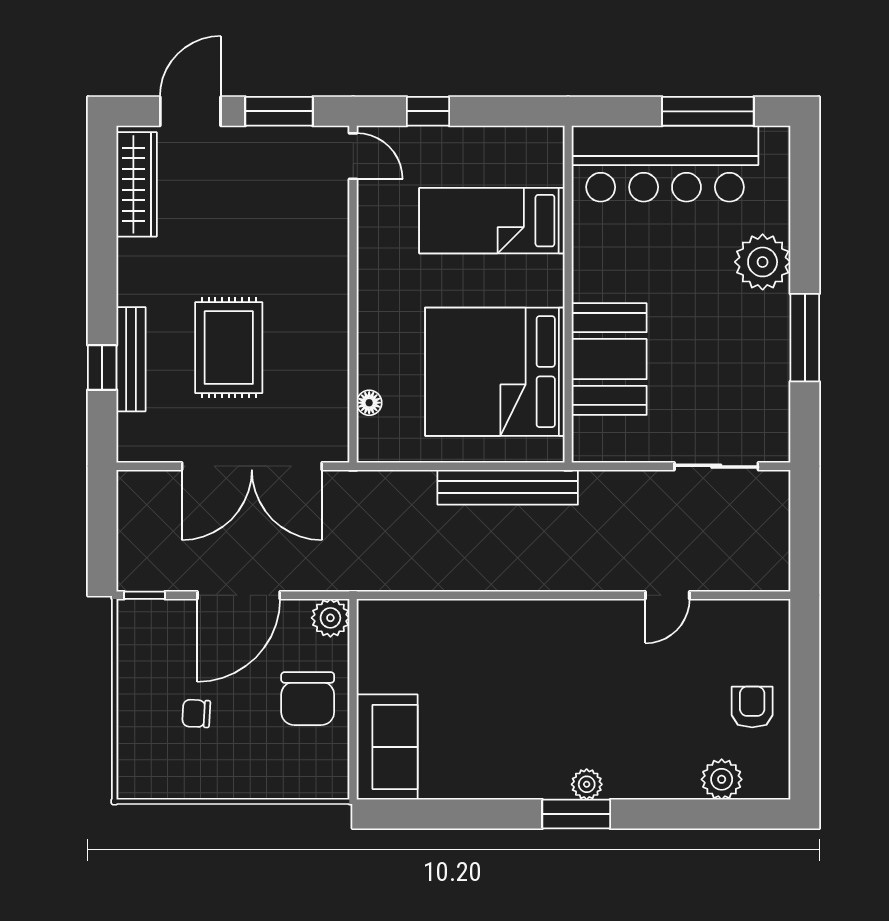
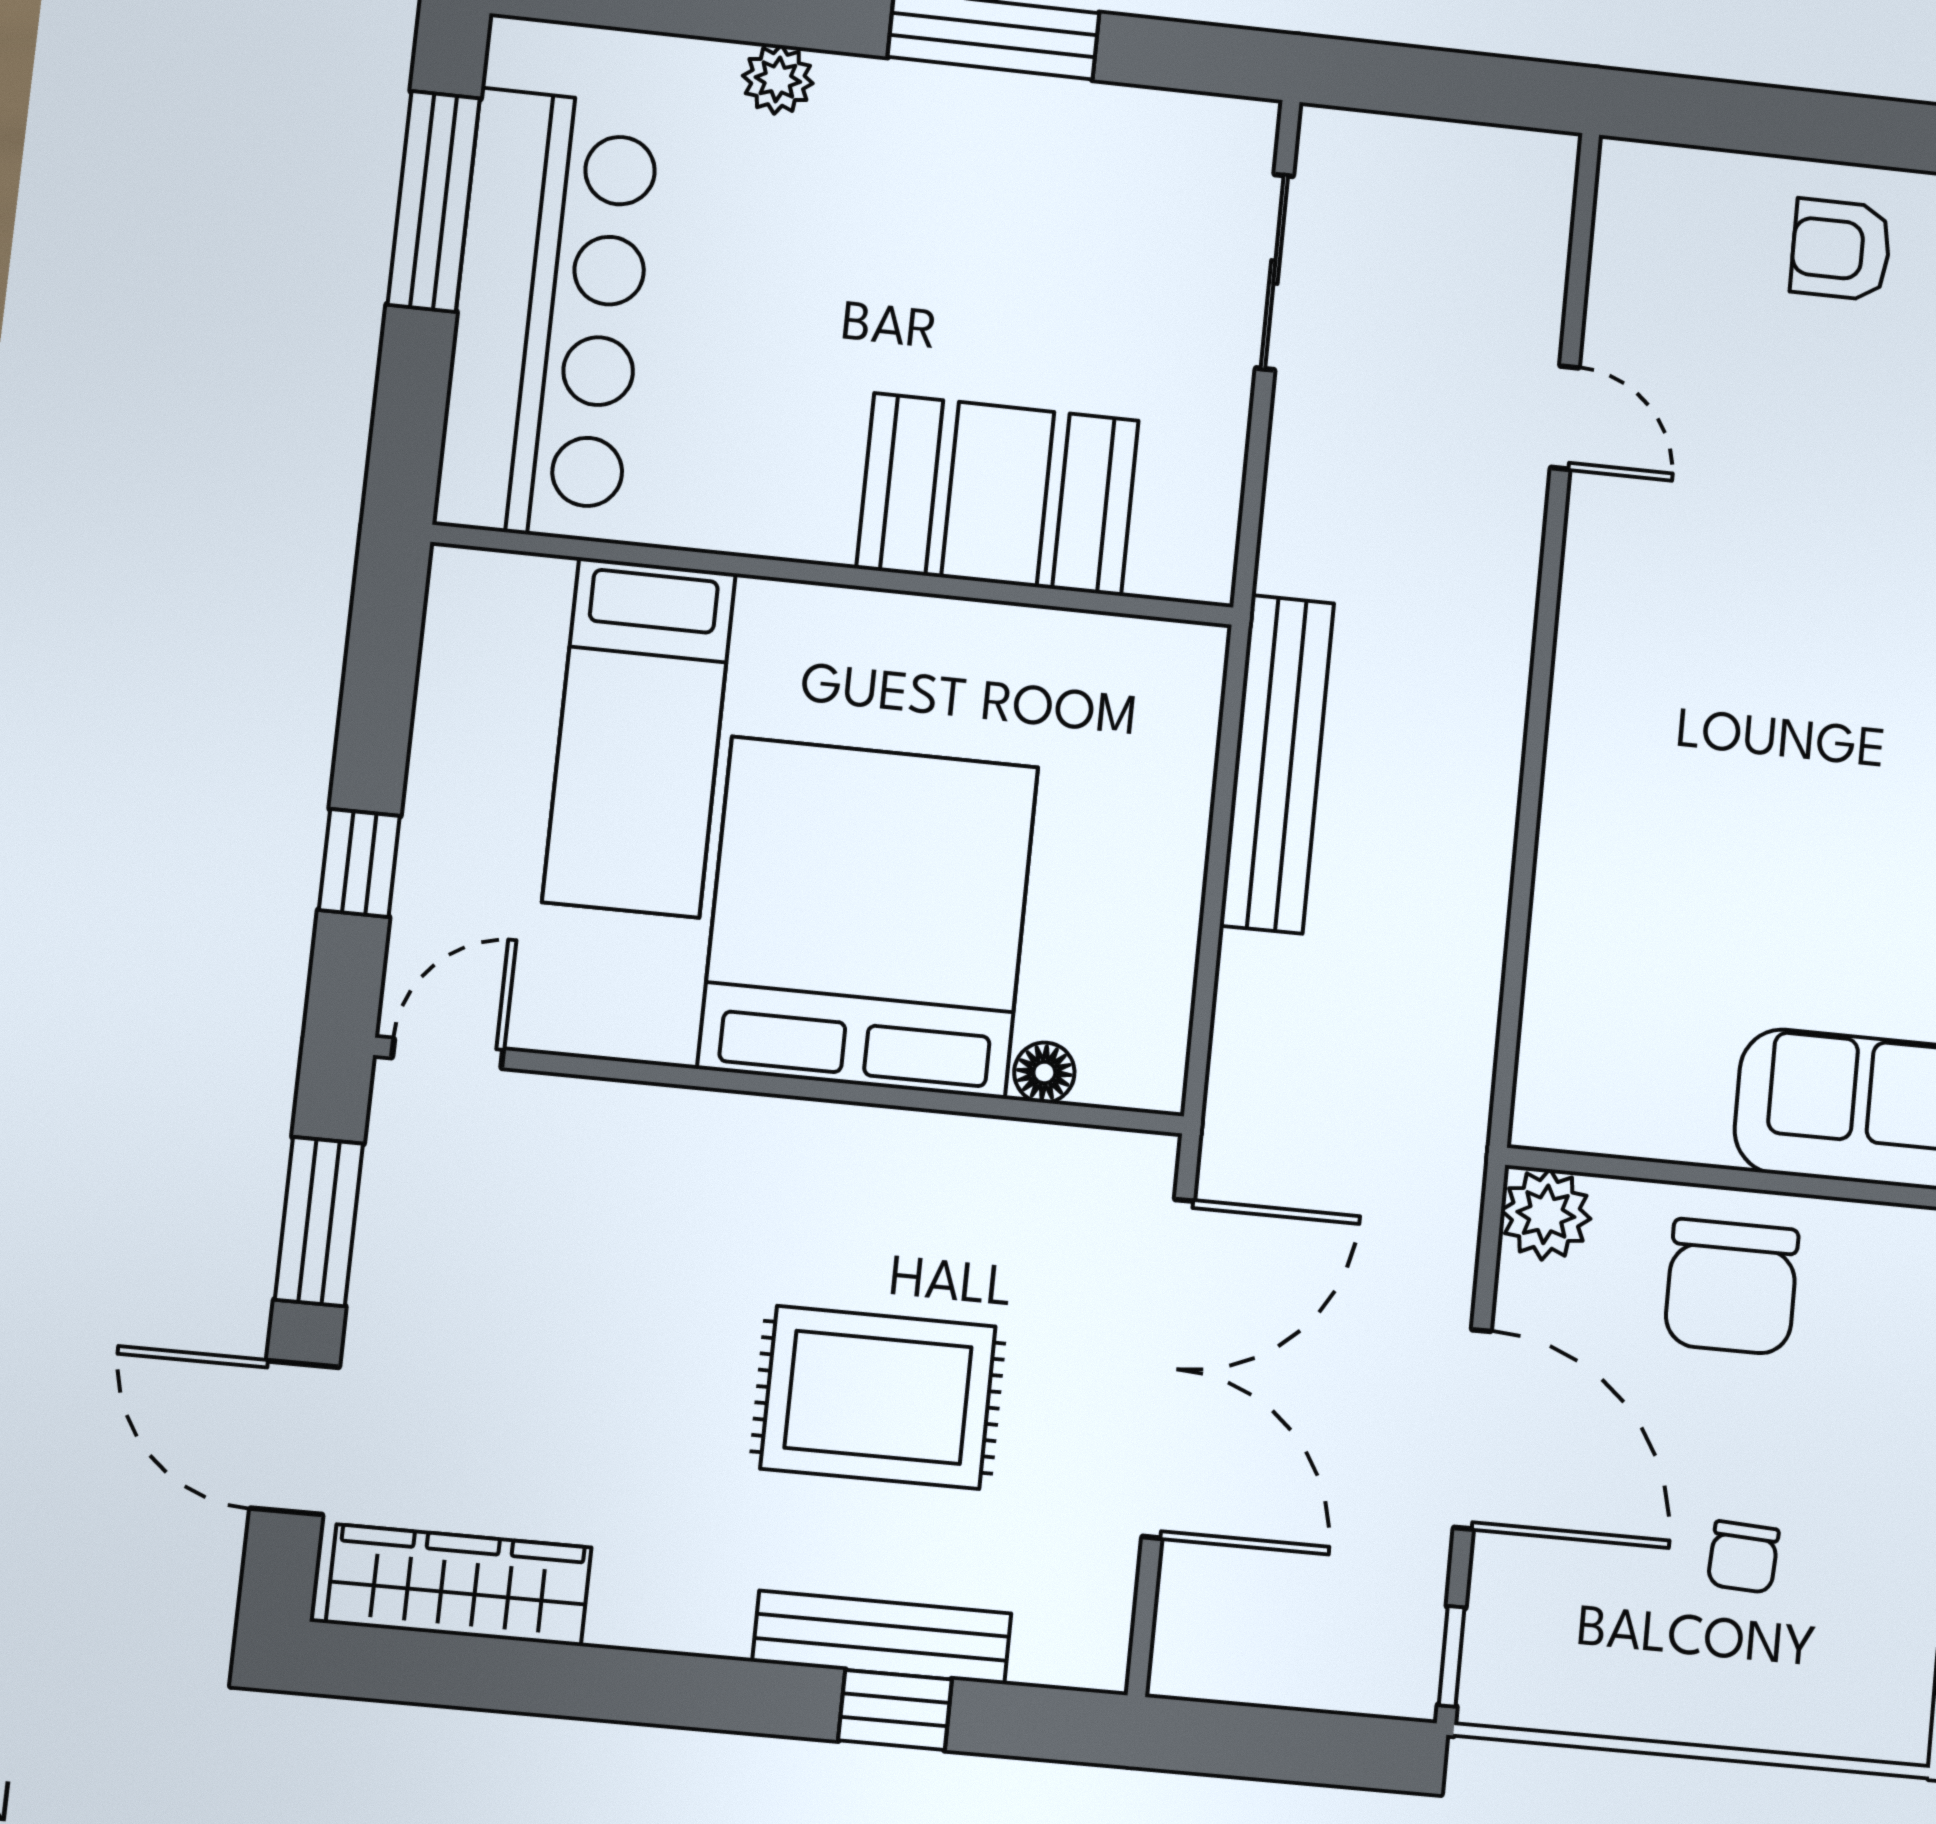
plant: (763, 262) -> (778, 79), width x0.53, depth x0.53
bed: (495, 372) -> (868, 917), moved, turned 180
chair: (308, 699) -> (1731, 1287), turned 90

